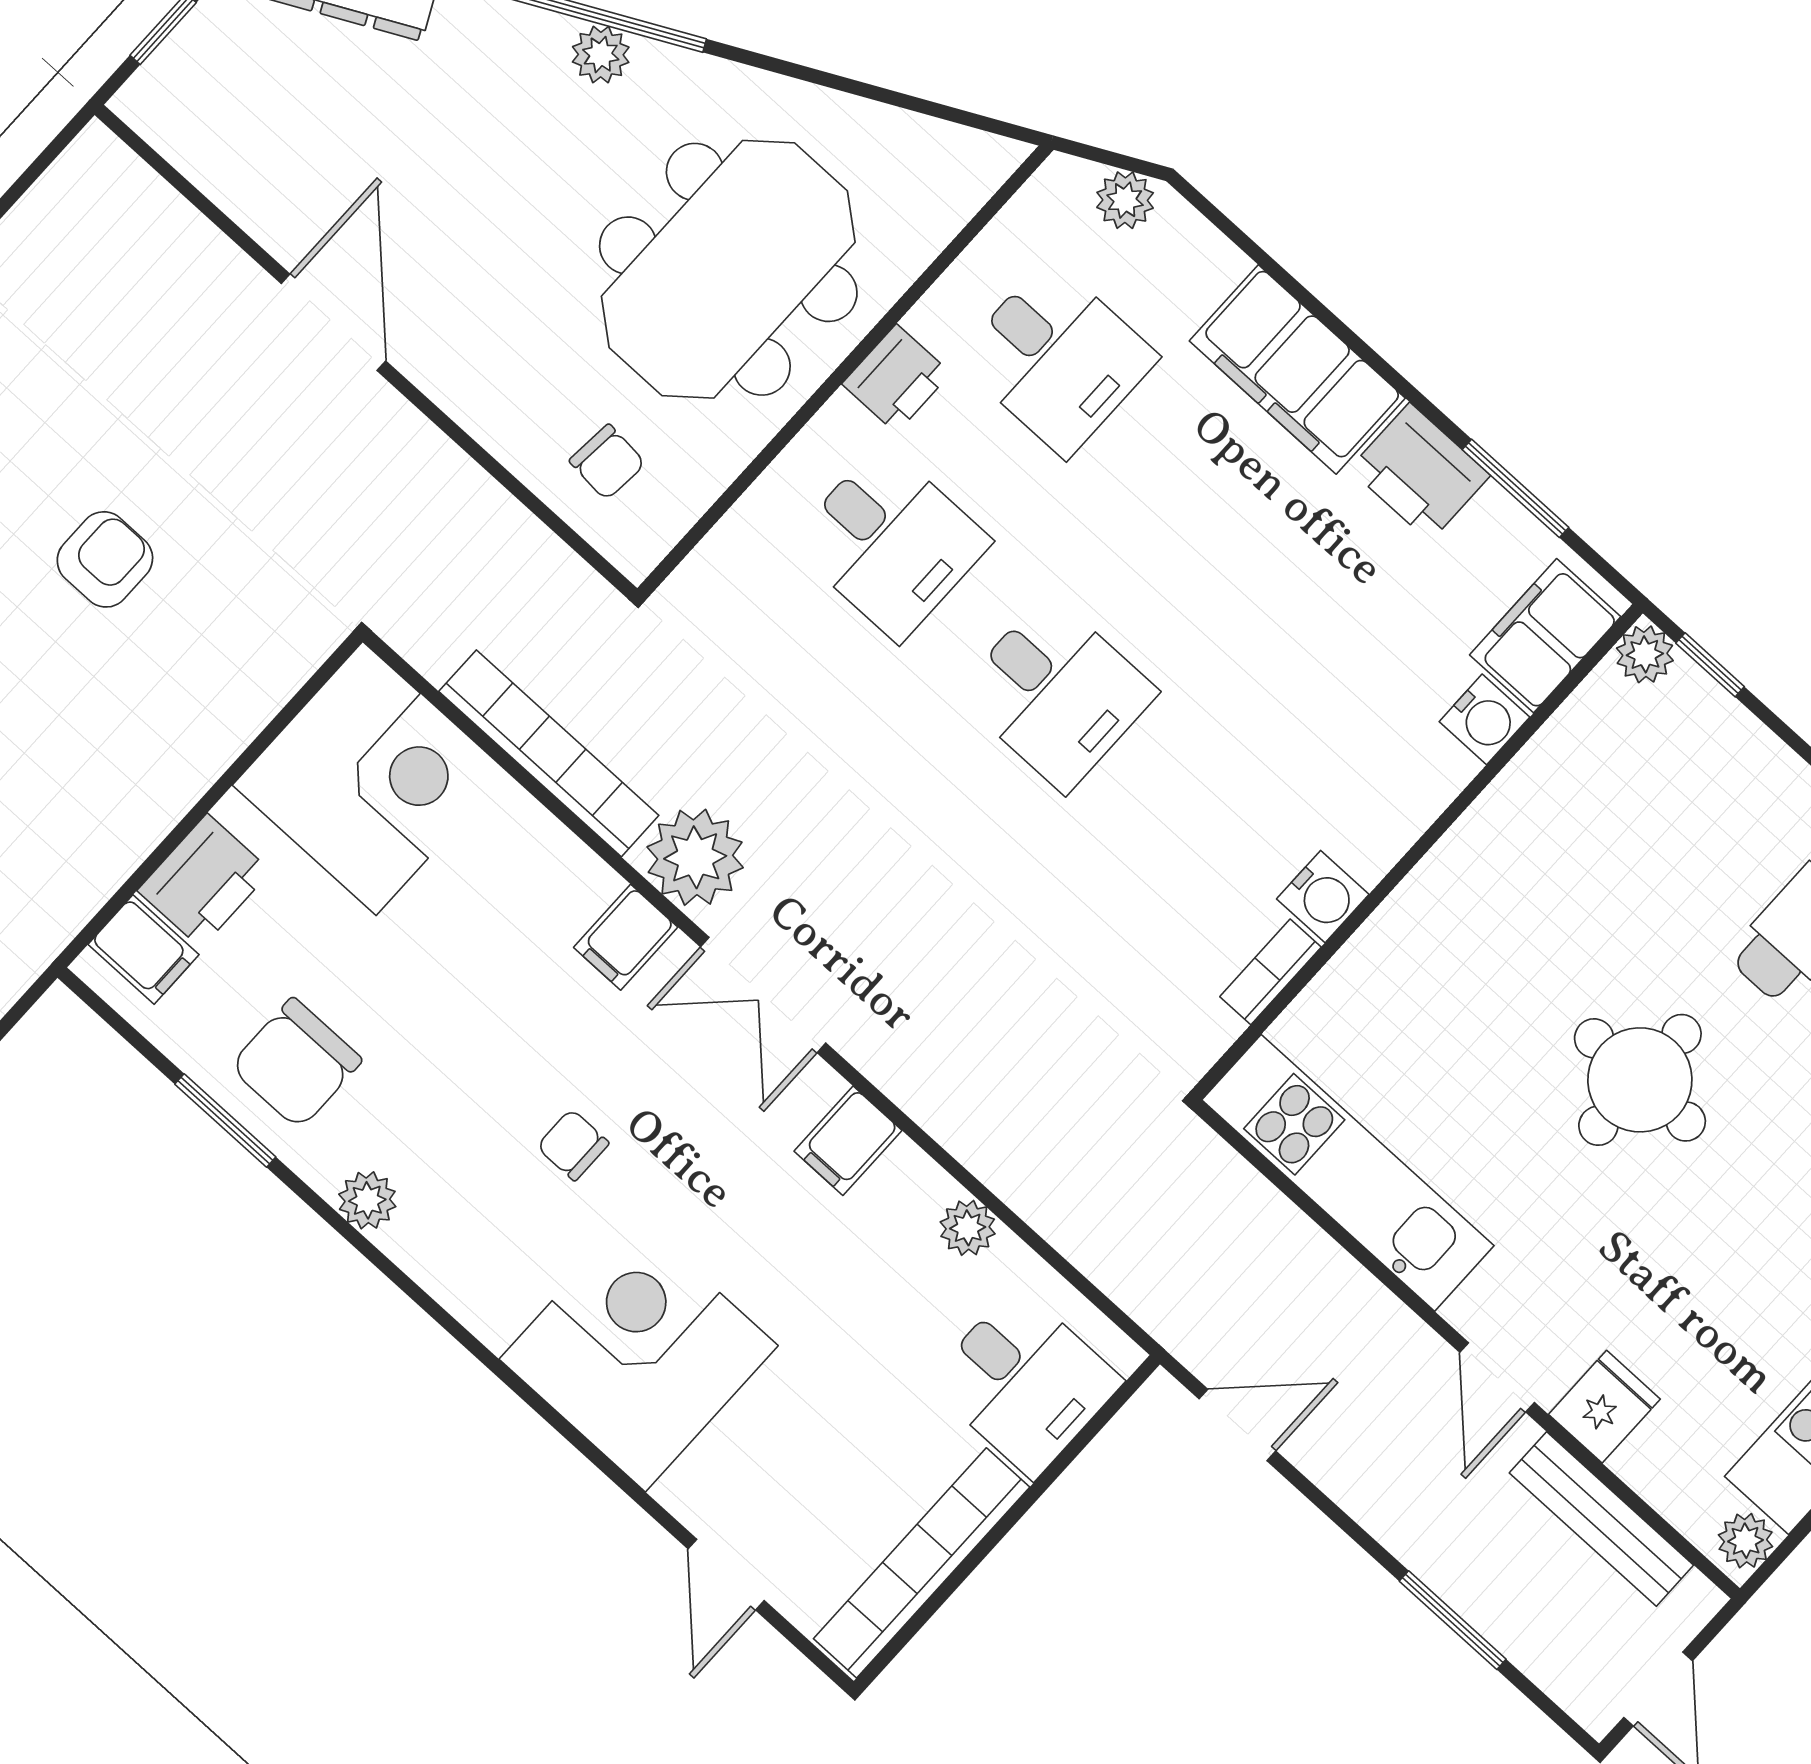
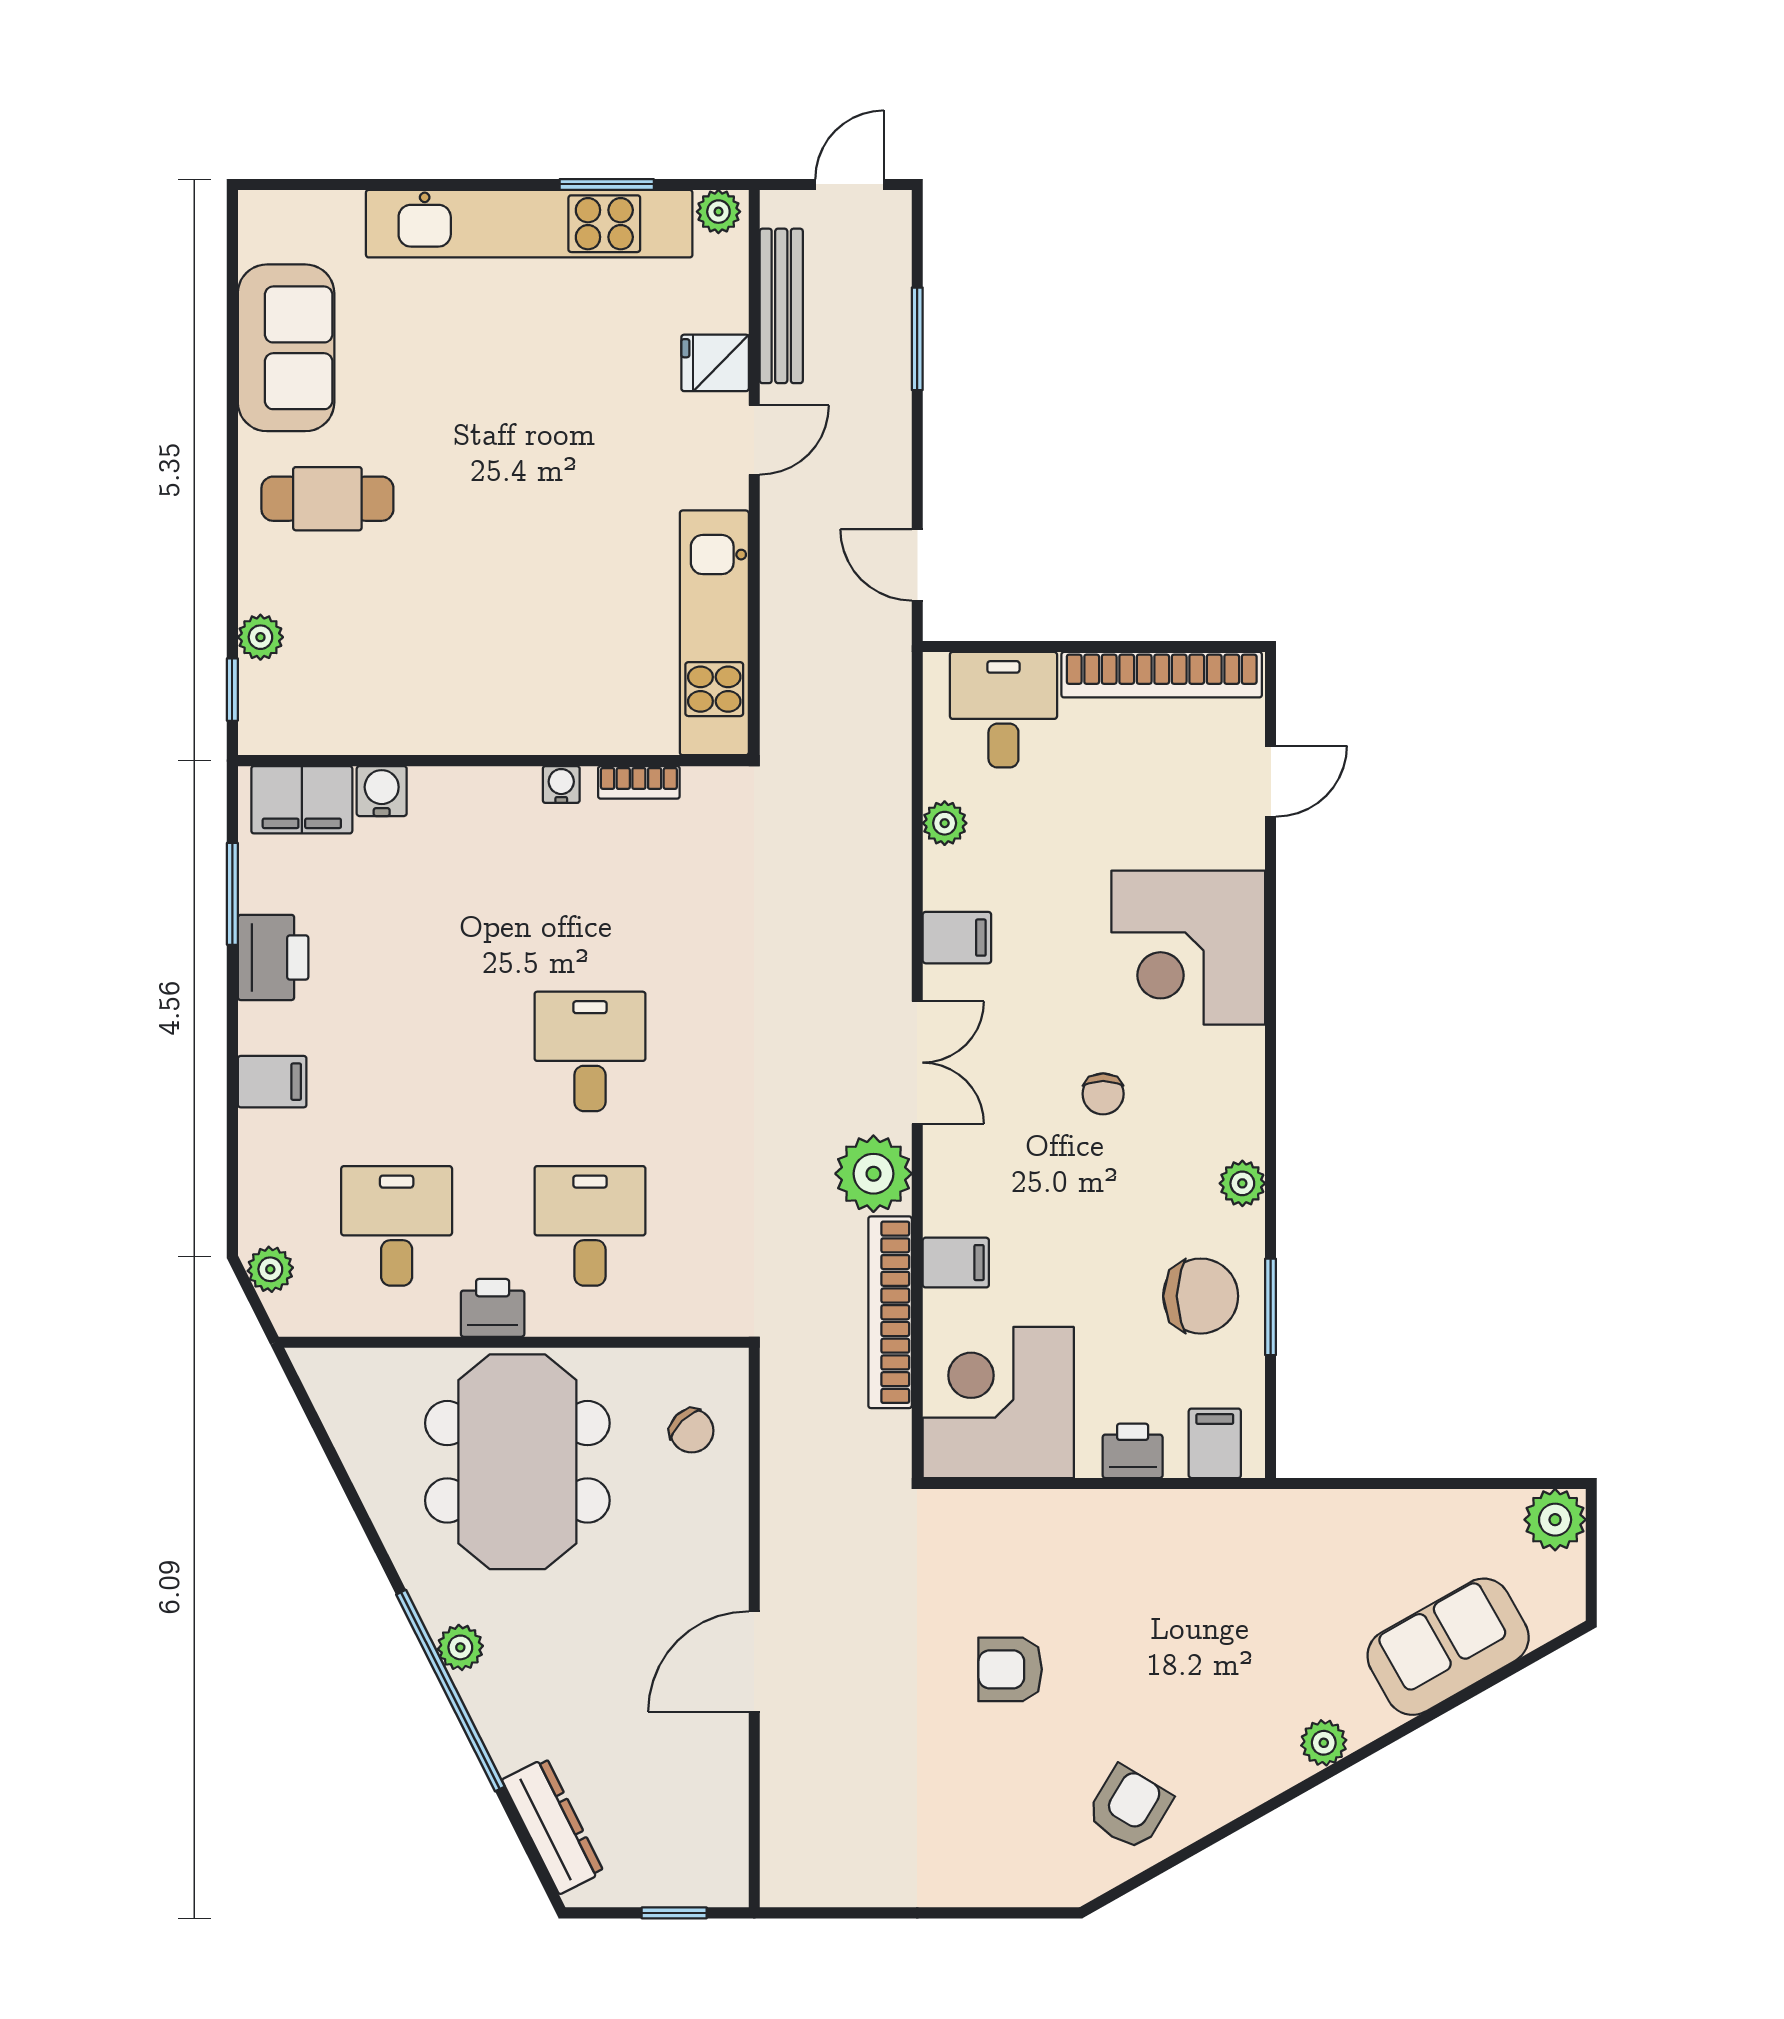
meeting table: (728, 269) -> (517, 1462), turned 90
filing cabinet: (1297, 369) -> (272, 1082), width x0.33, depth x0.86
chair: (607, 462) -> (692, 1431), turned 130
plant: (1645, 654) -> (260, 637), moved
printer: (204, 881) -> (1133, 1451), width x0.73, depth x0.81
water cooler: (1323, 897) -> (561, 785), width x0.72, depth x0.72
filing cabinet: (626, 937) -> (956, 1263), moved
round table: (1640, 1080) -> (508, 513), removed

